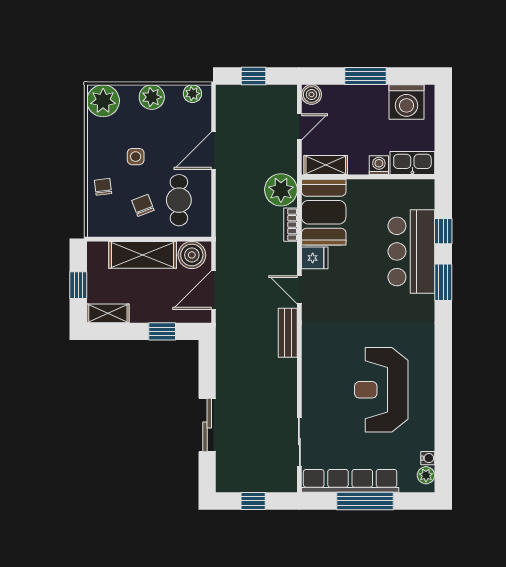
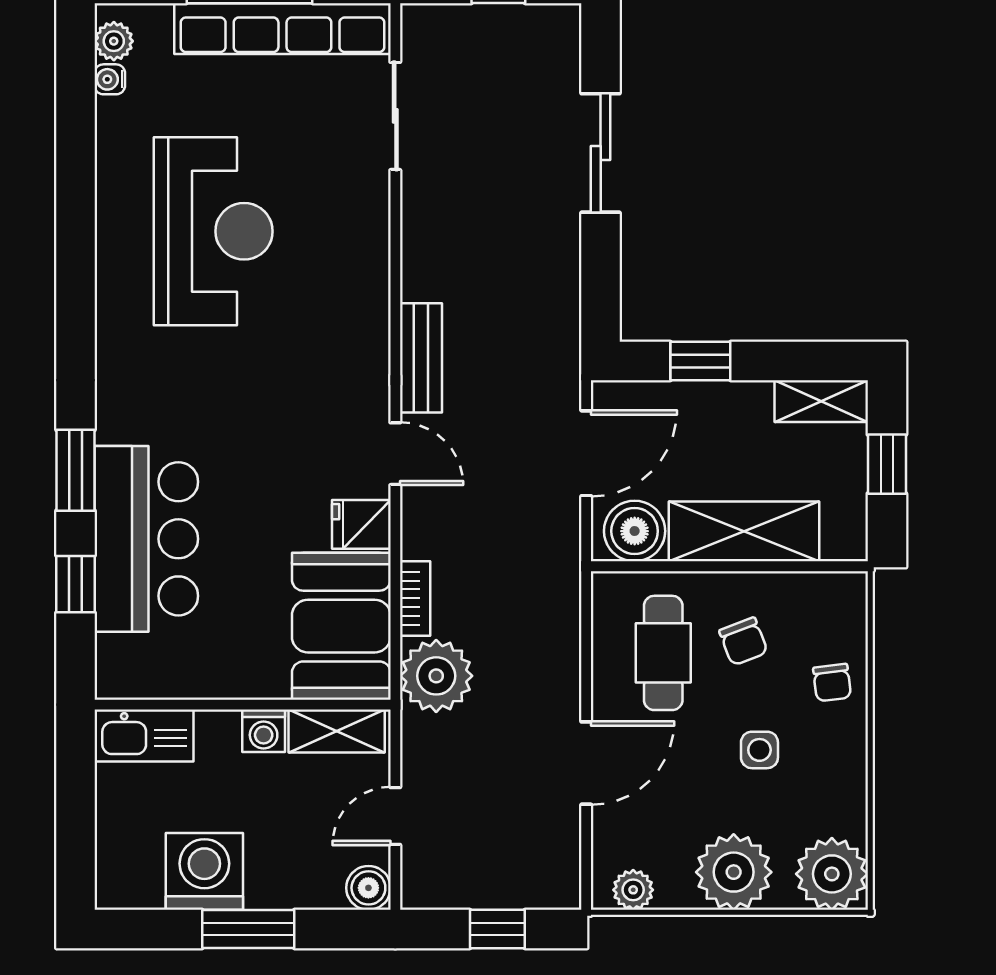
plant: (152, 97) -> (734, 872), width x1.36, depth x1.36
washing machine: (406, 102) -> (204, 871), moved
washing machine: (379, 165) -> (264, 731), moved

